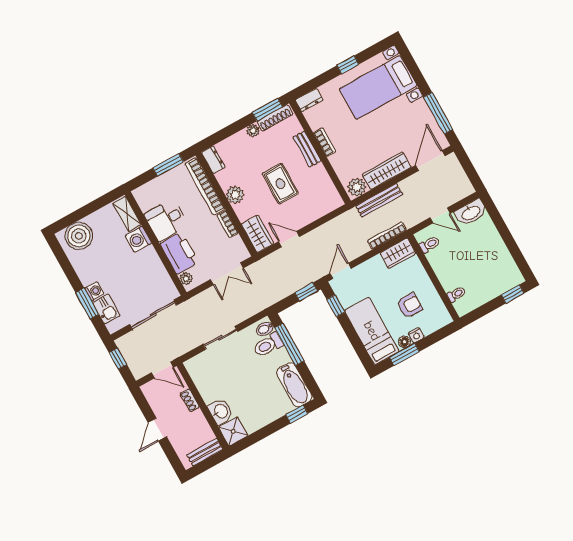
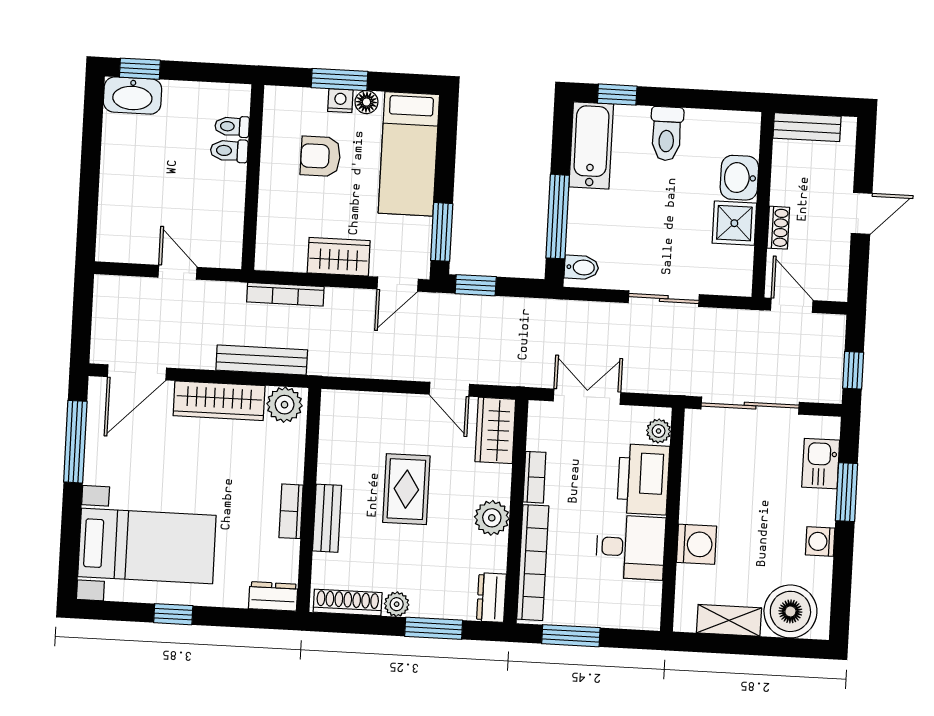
window: (267, 110) -> (434, 628), moved
washbasin: (471, 213) -> (133, 96), moved, turned 180
shelving: (127, 214) -> (729, 620), moved, turned 90
toilet: (430, 244) -> (229, 151), moved
wardrobe: (398, 253) -> (339, 257), moved
washing machine: (94, 291) -> (820, 542), moved
window: (336, 306) -> (442, 232), width x1.50
toilet: (268, 345) -> (667, 134), moved, turned 90
window: (404, 354) -> (340, 79), moved
shower: (233, 431) -> (734, 223), moved

